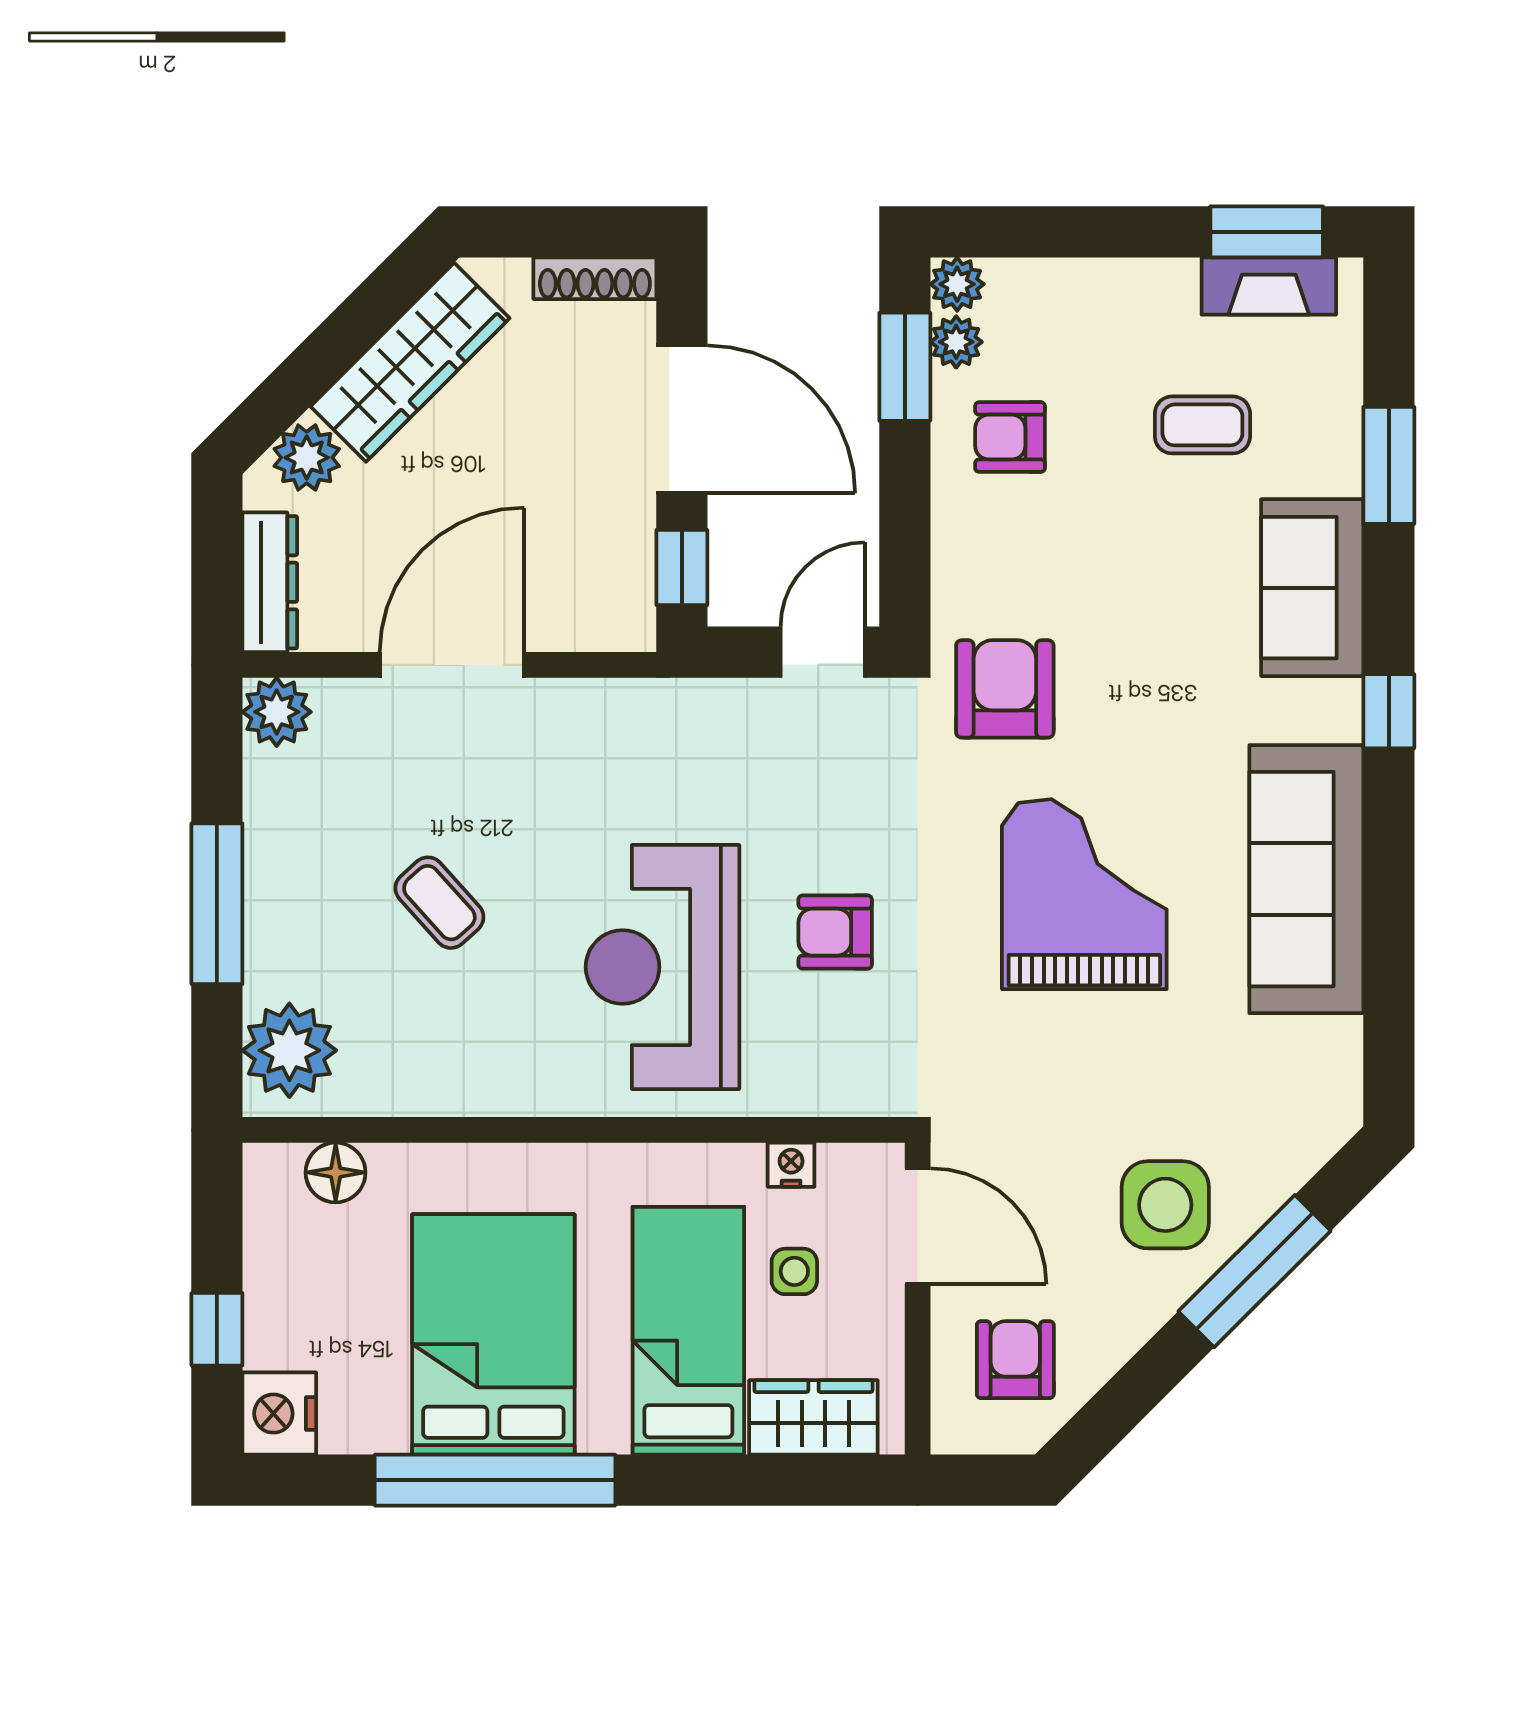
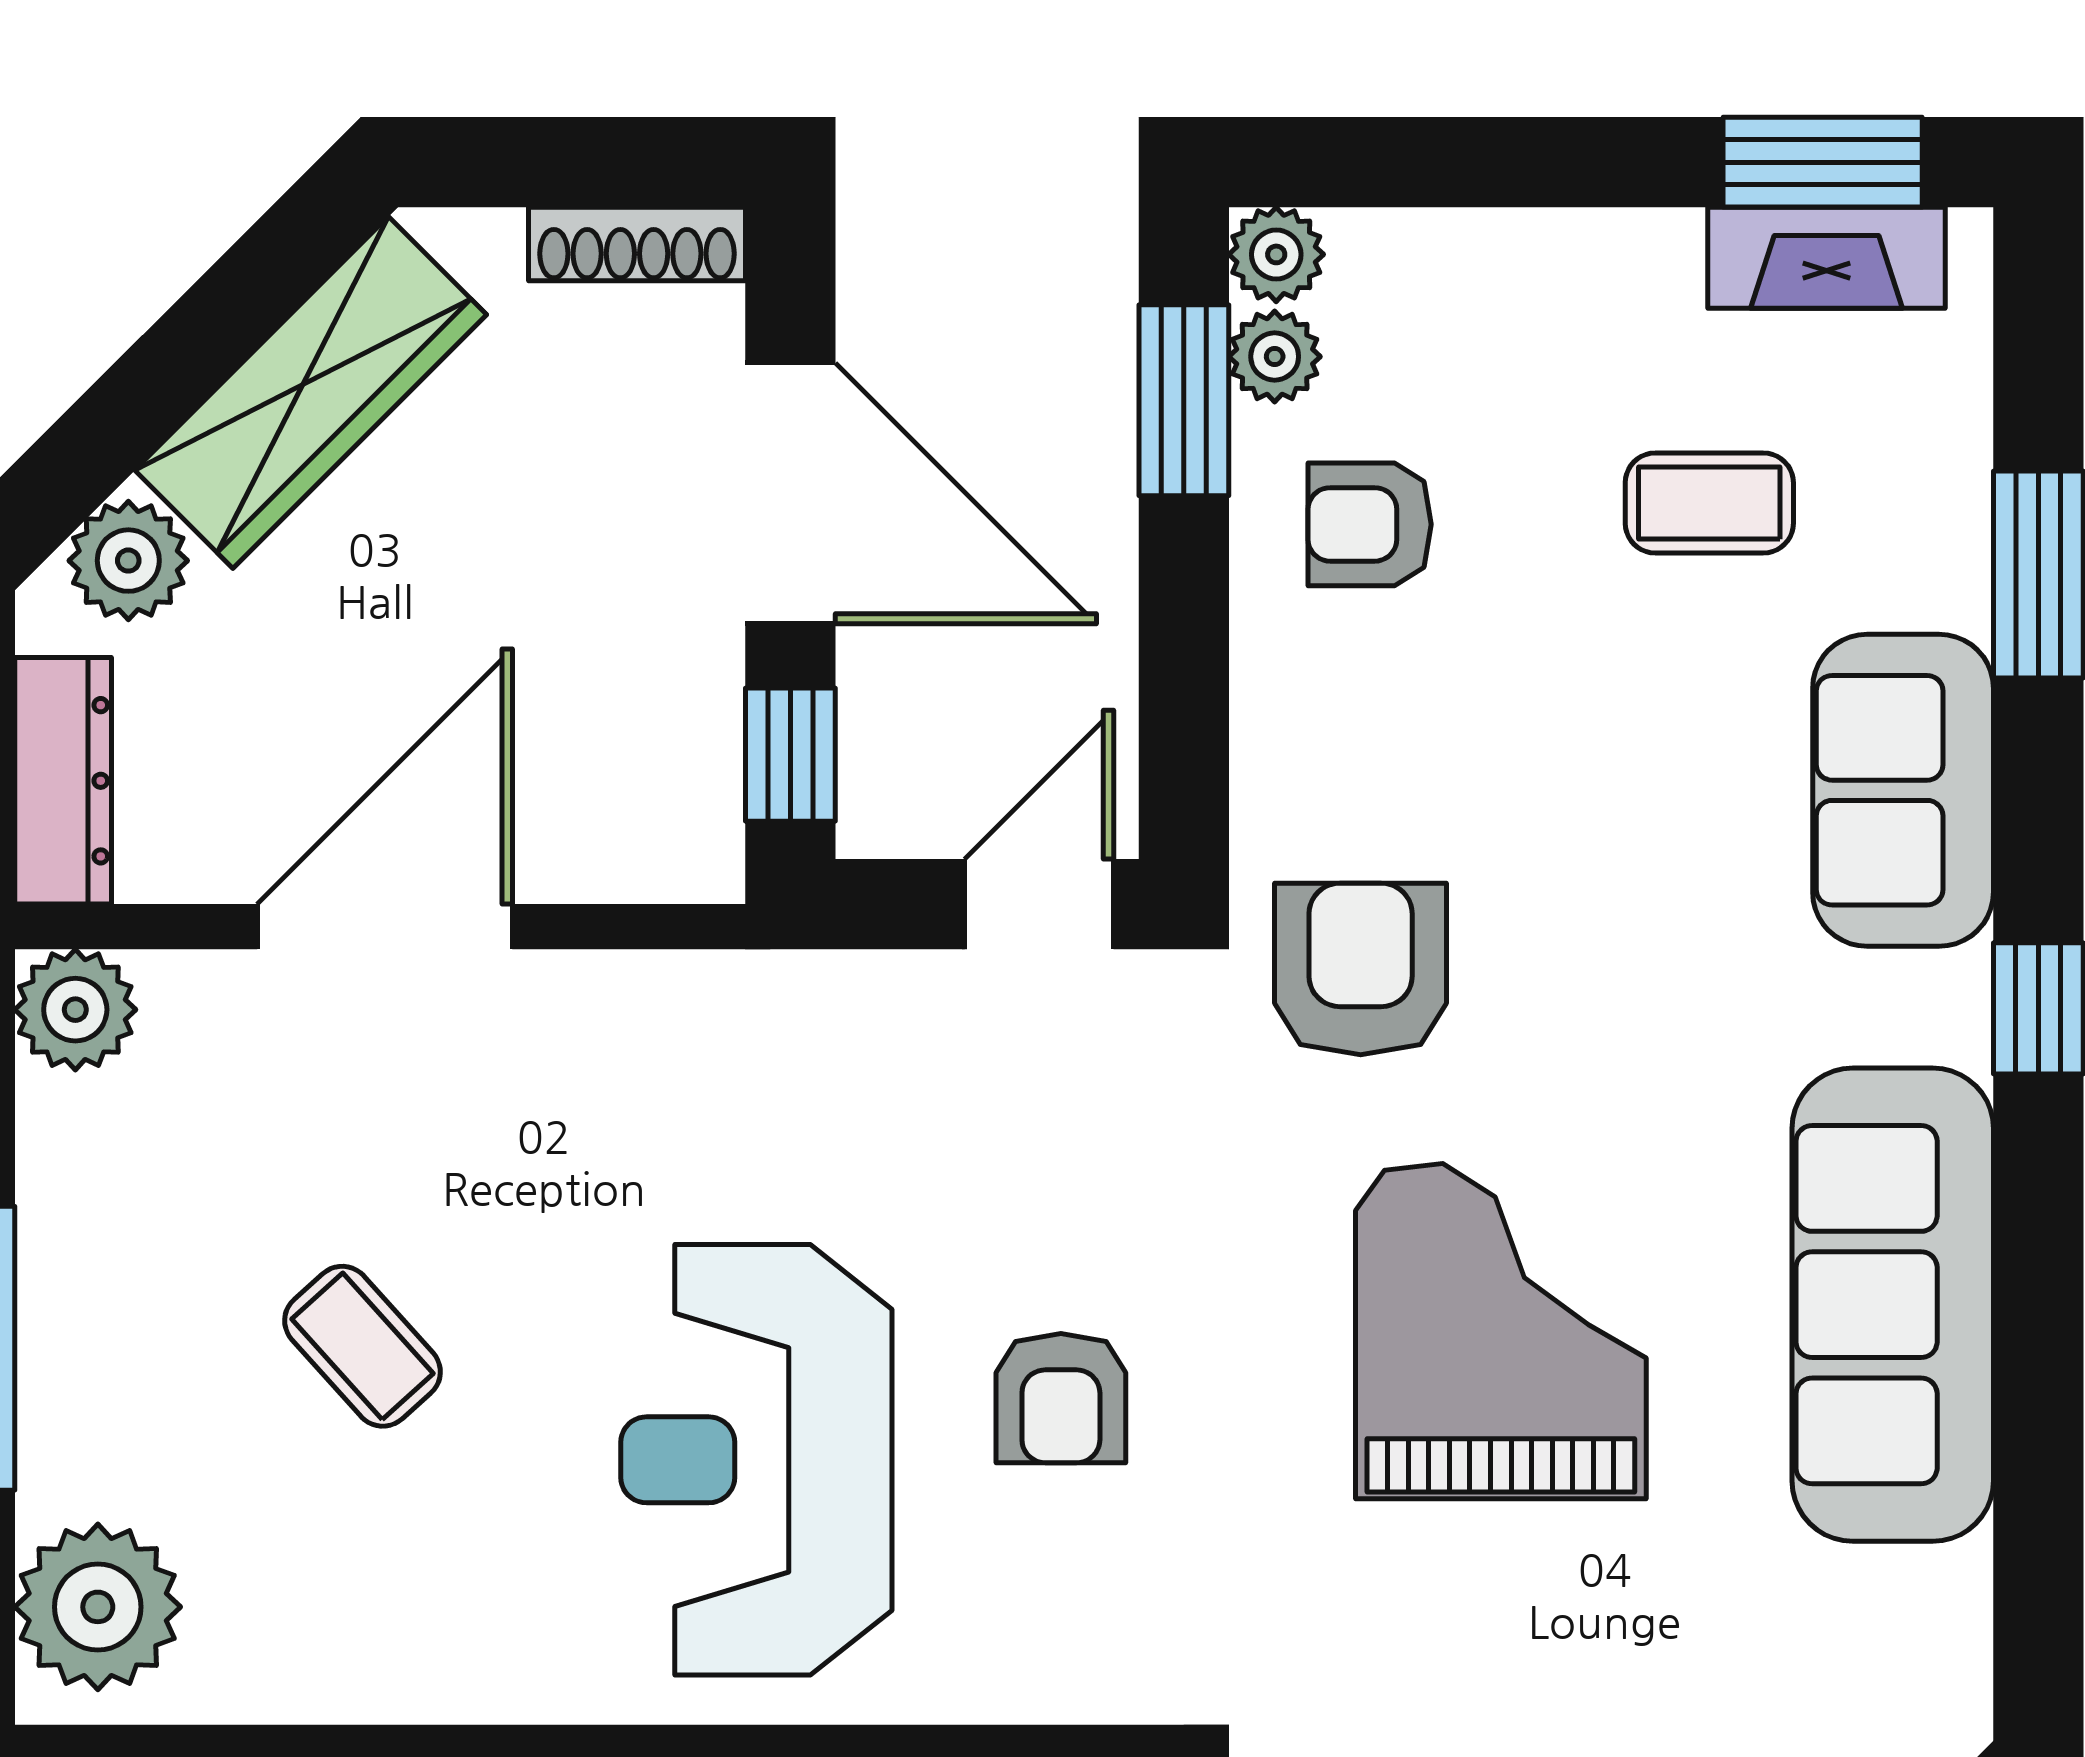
armchair: (835, 932) -> (1061, 1398), turned -90

